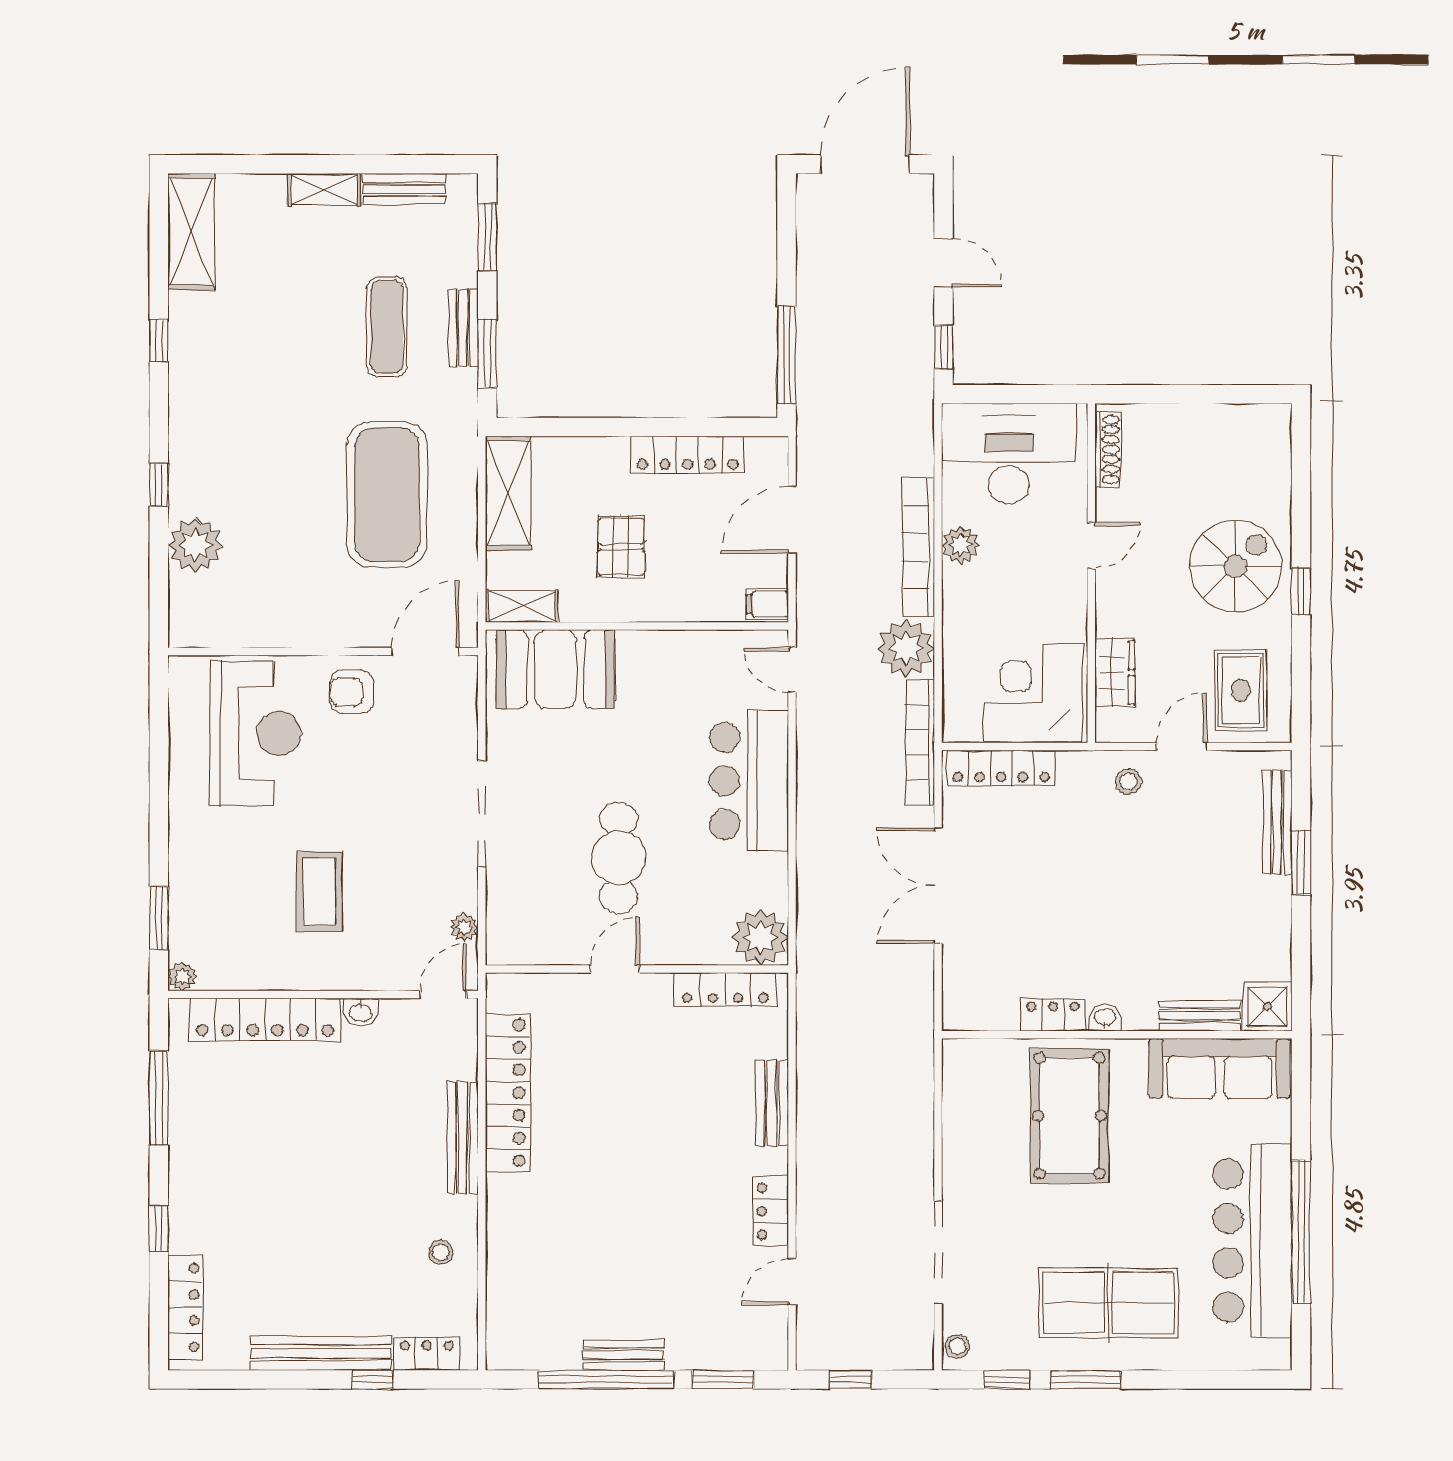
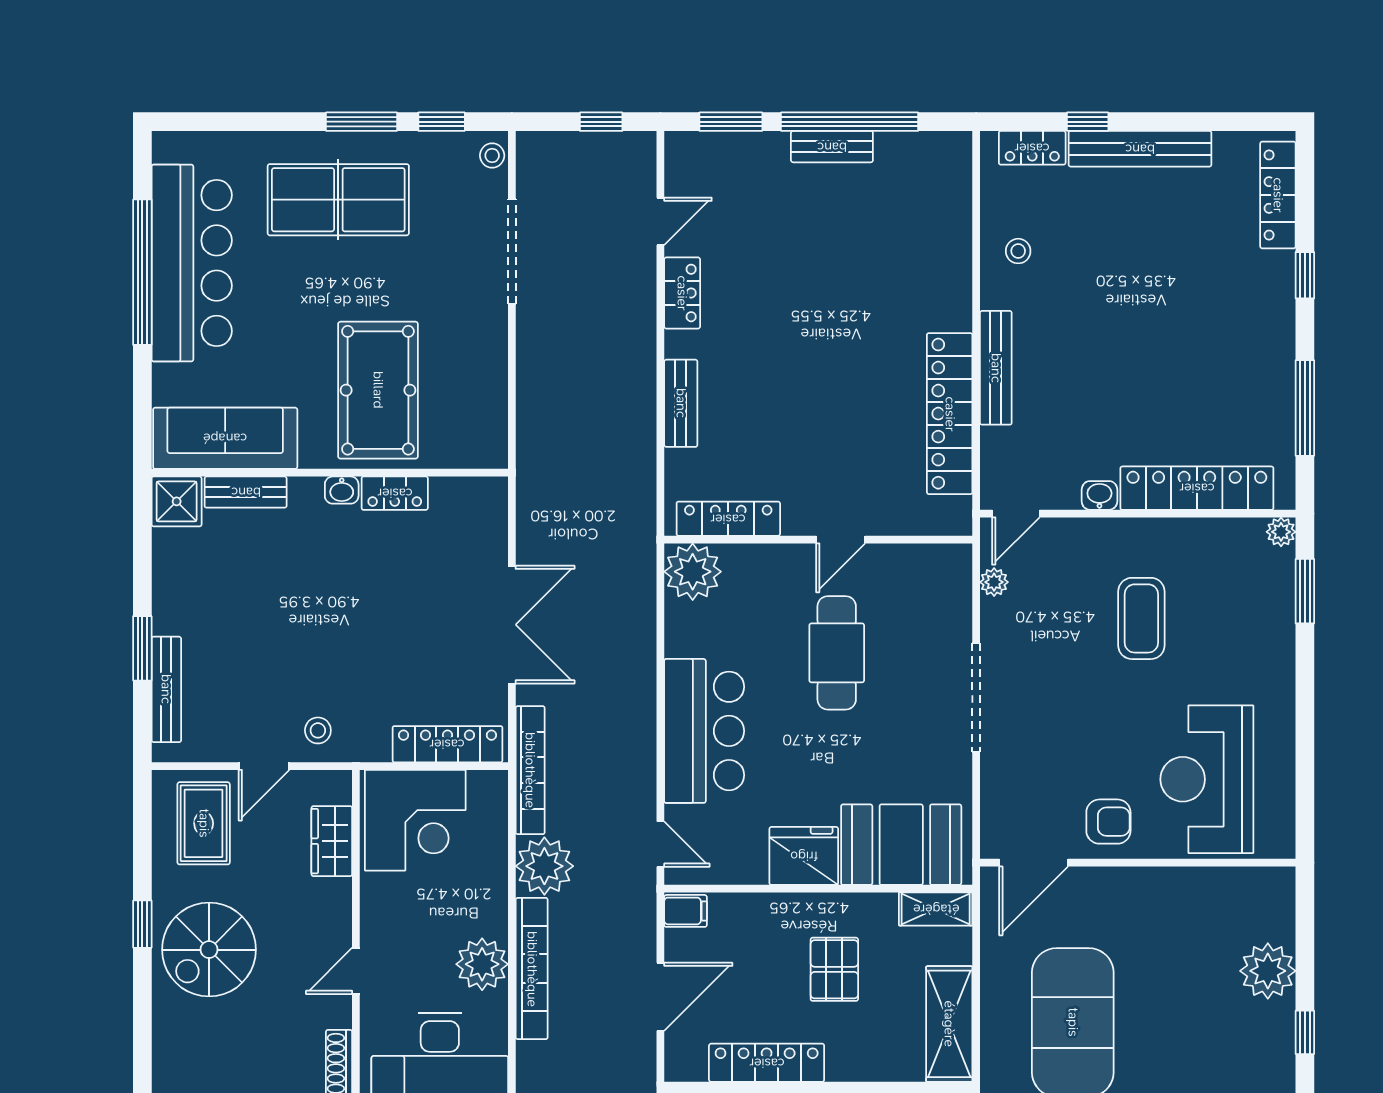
plant: (960, 545) -> (482, 964), width x1.36, depth x1.36
fridge: (651, 658) -> (804, 856), added

